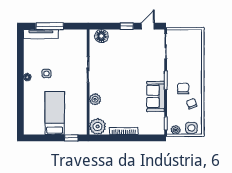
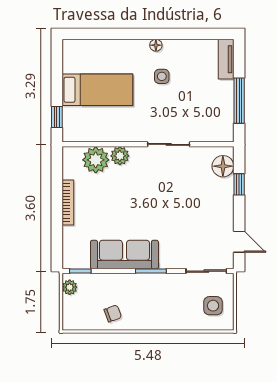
window: (50, 26) -> (239, 101), moved
window: (127, 26) -> (239, 184), moved
tv unit: (41, 34) -> (226, 59), width x0.71
chair: (183, 89) -> (137, 299), removed
sofa: (156, 96) -> (124, 255), width x1.36
plant: (98, 126) -> (96, 160), moved
side table: (191, 128) -> (213, 306), moved

